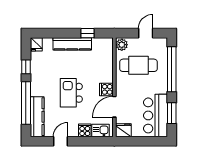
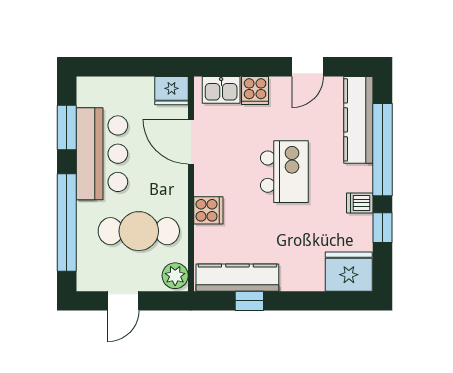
fridge: (36, 44) -> (349, 272), width x1.88, depth x1.34
kitchen counter: (72, 44) -> (237, 278), moved
dishwasher: (36, 78) -> (360, 203), added
cooker: (106, 89) -> (208, 210), moved
door: (114, 107) -> (191, 142), swing flipped
bar counter: (156, 115) -> (102, 154), moved

